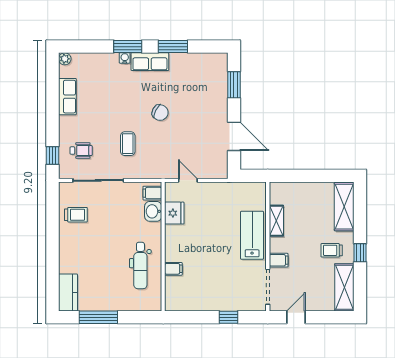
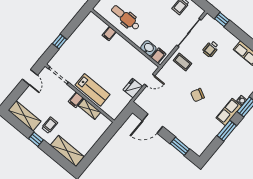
coffee table: (128, 144) -> (182, 62), moved
wheelchair: (81, 151) -> (211, 49), moved
fridge: (174, 213) -> (133, 88), moved, turned 90
filing cabinet: (279, 260) -> (76, 100), moved

